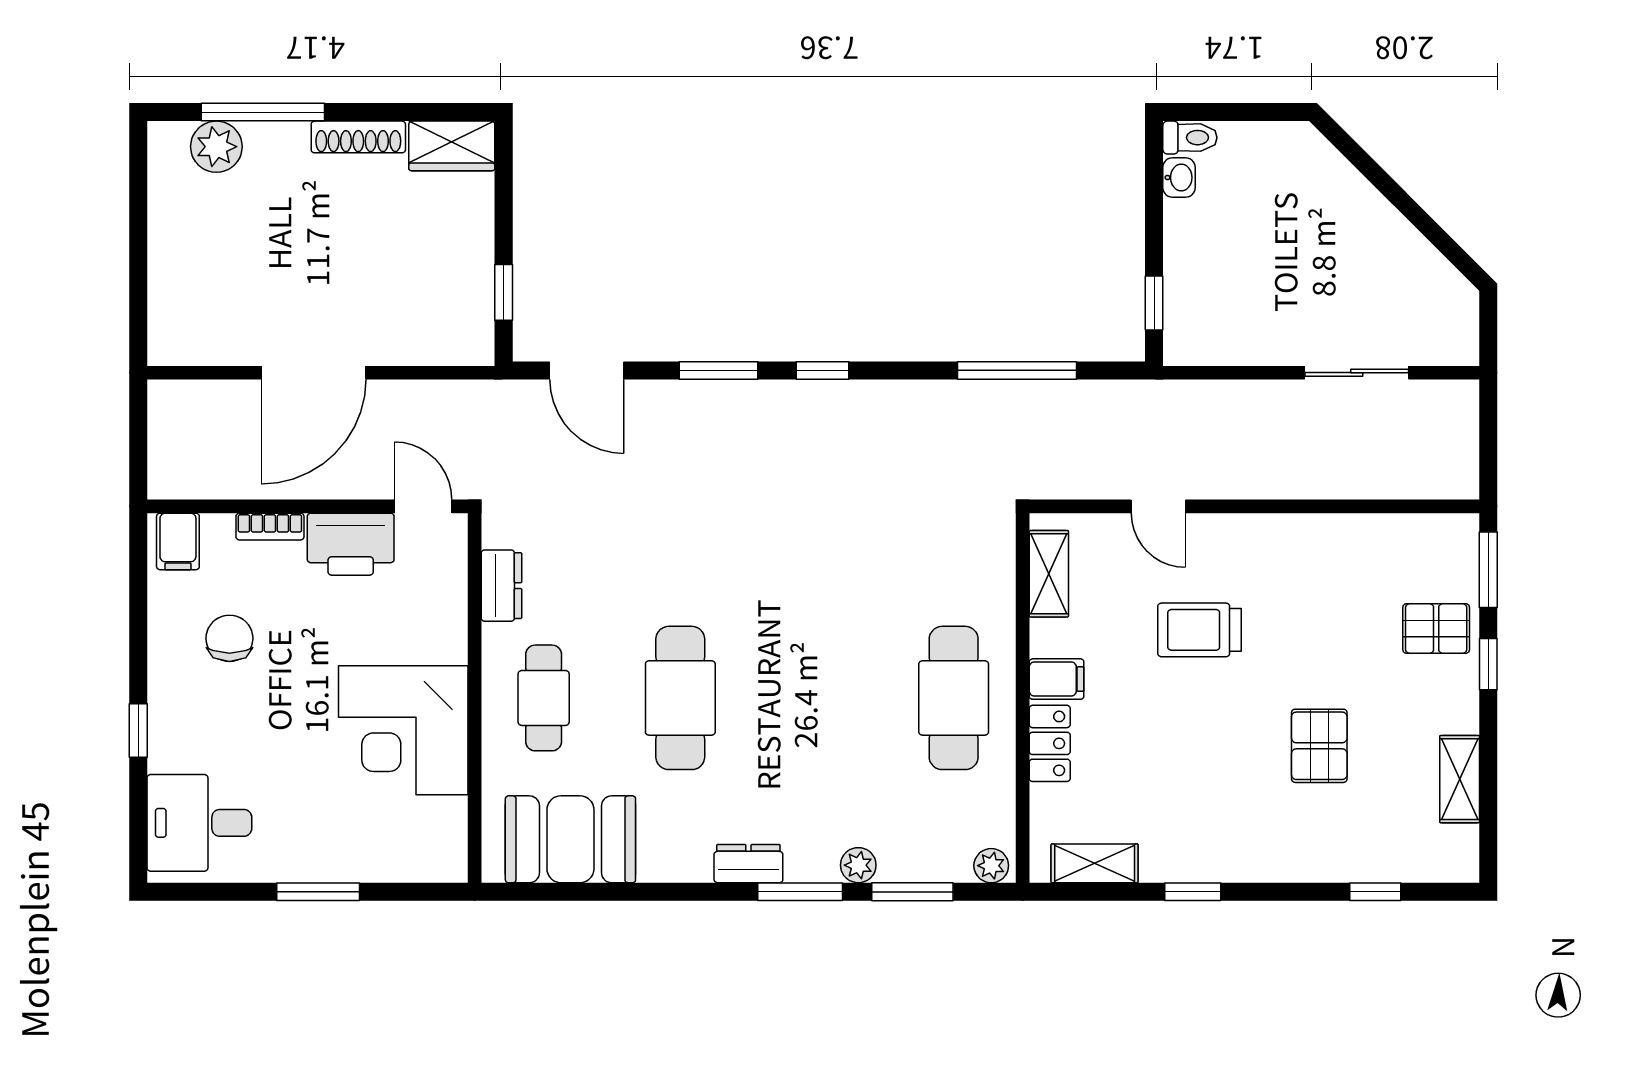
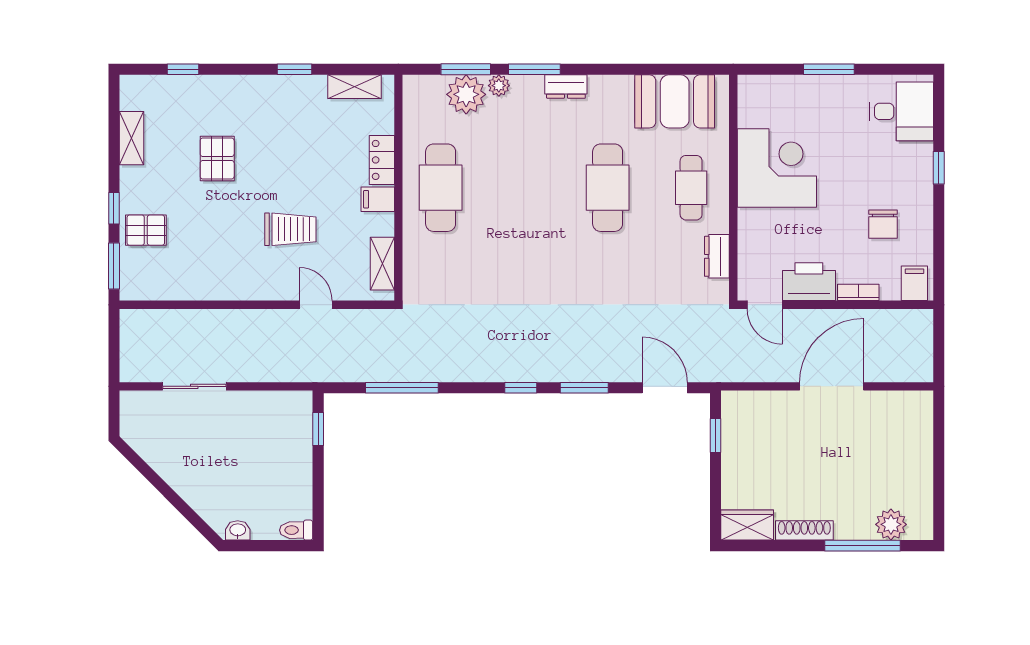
washbasin: (1179, 178) -> (238, 530), moved, turned 90
plant: (991, 866) -> (466, 94), moved, width x1.88, depth x1.88

